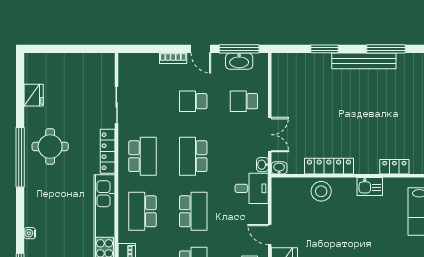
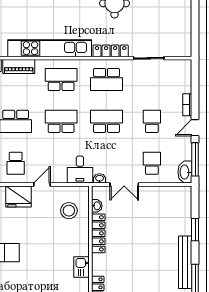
washbasin: (239, 61) -> (185, 172), moved
washbasin: (279, 168) -> (97, 206), moved
stool: (321, 191) -> (69, 211), moved
school desk: (193, 211) -> (61, 121), turned 180

